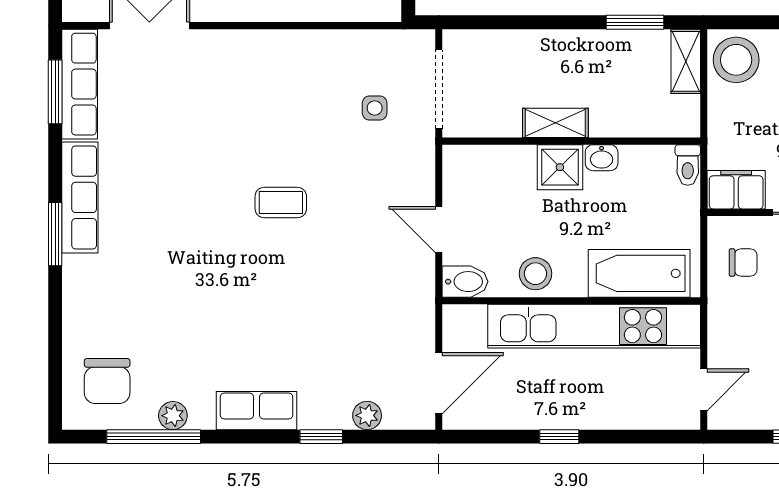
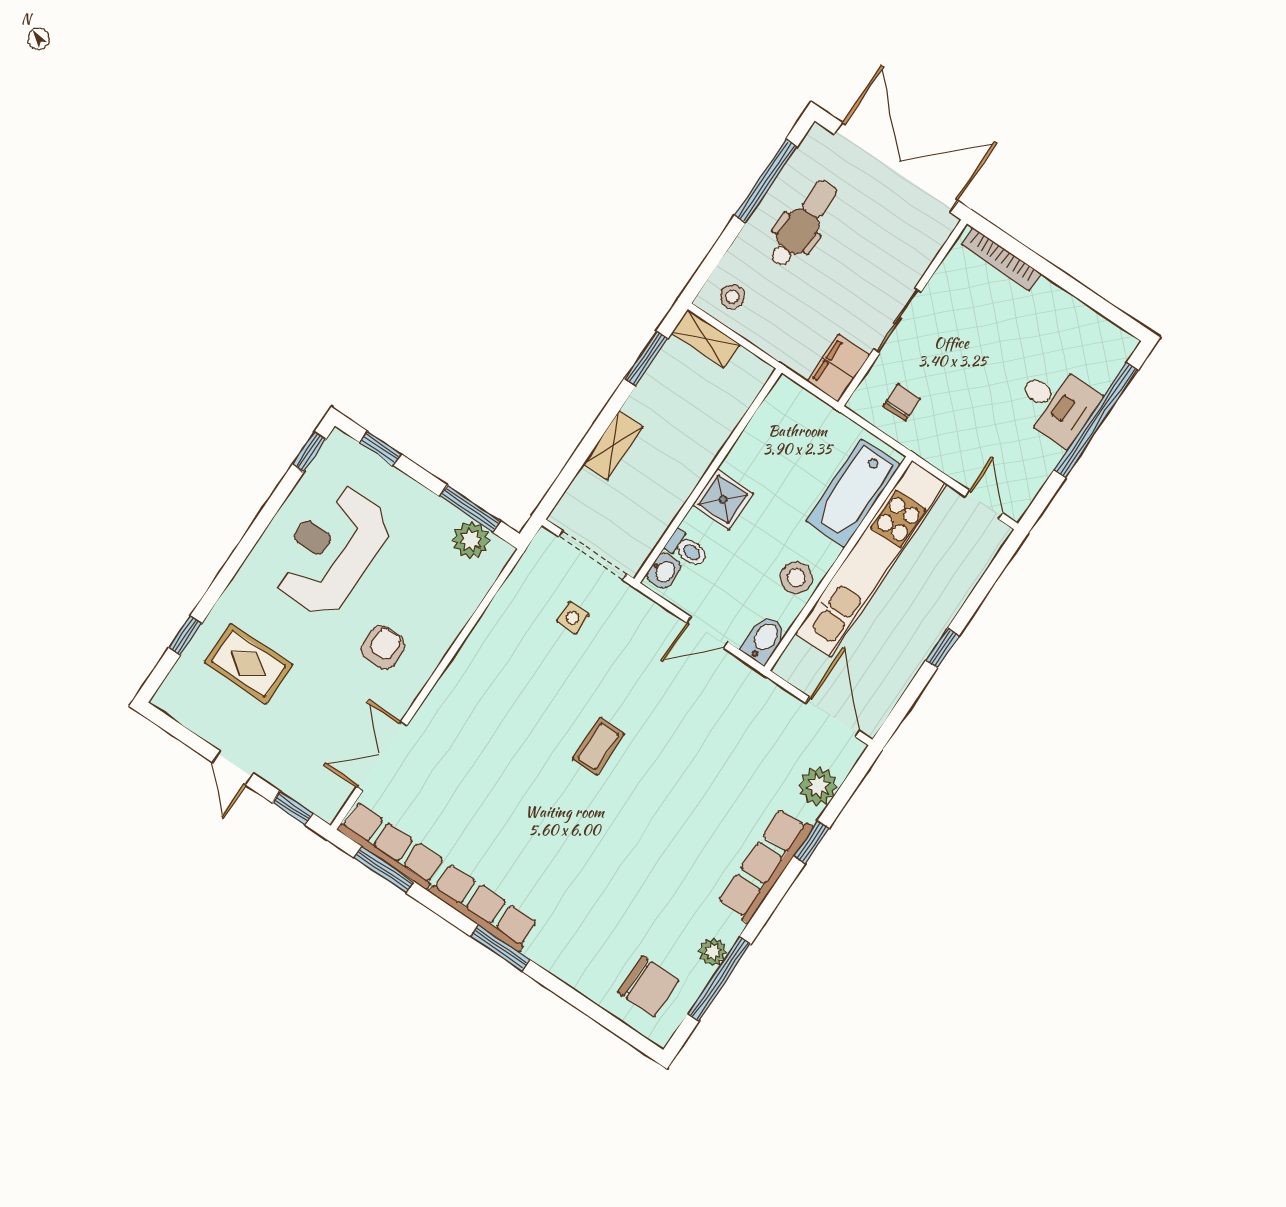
stool: (736, 60) -> (732, 297), width x0.53, depth x0.53
shelving: (555, 123) -> (613, 445), moved
washbasin: (602, 158) -> (664, 571), moved
toilet: (688, 165) -> (687, 549), moved
row of seats: (256, 411) -> (765, 865), width x1.48
plant: (367, 415) -> (818, 786), width x1.38, depth x1.38

